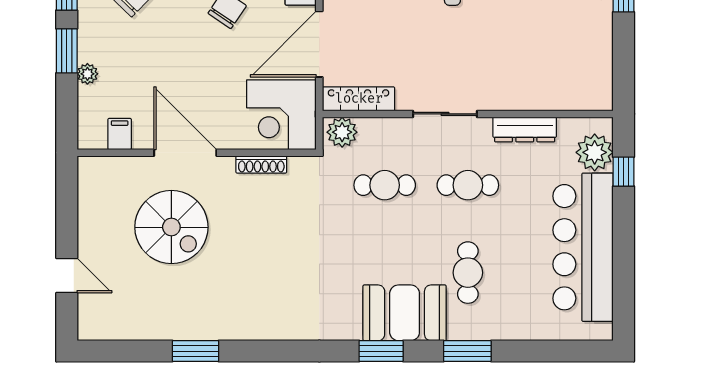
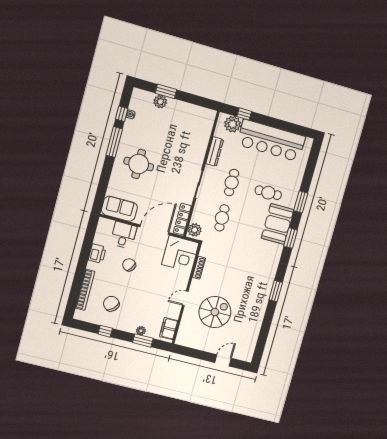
door: (319, 44) -> (154, 230), swing flipped
window: (67, 51) -> (143, 340), moved
filing cabinet: (120, 134) -> (169, 329), width x2.00
door: (185, 153) -> (185, 298), width x0.53
window: (196, 351) -> (276, 291), moved

